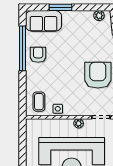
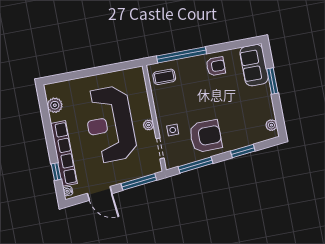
window: (22, 48) -> (182, 55), moved
side table: (58, 109) -> (173, 130), moved

